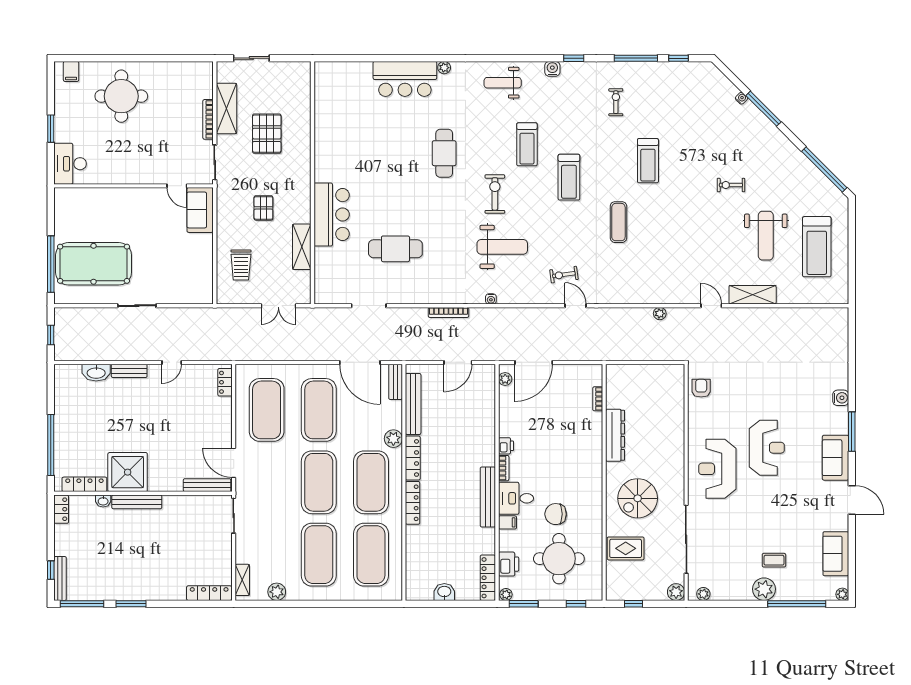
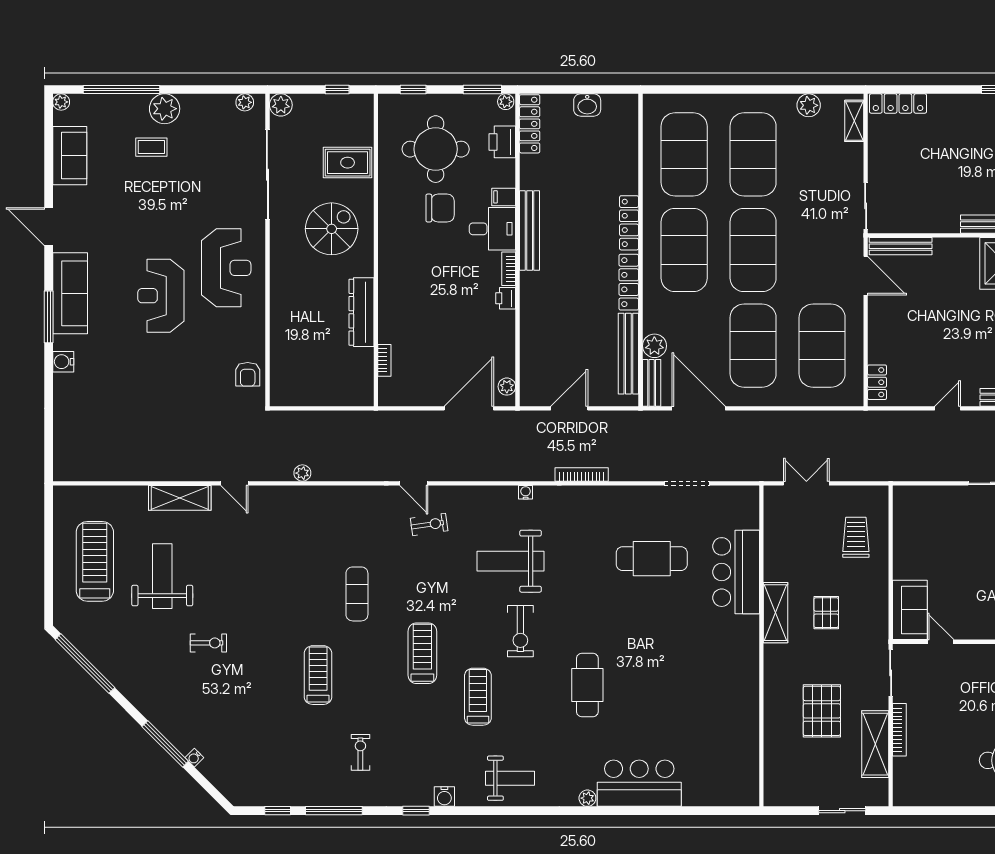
exercise bike: (616, 102) -> (360, 752), turned 180
bar counter: (332, 214) -> (736, 572), moved
shelving: (302, 247) -> (776, 613), moved
plant: (393, 439) -> (654, 346), moved
sofa: (835, 458) -> (70, 293), width x1.36

